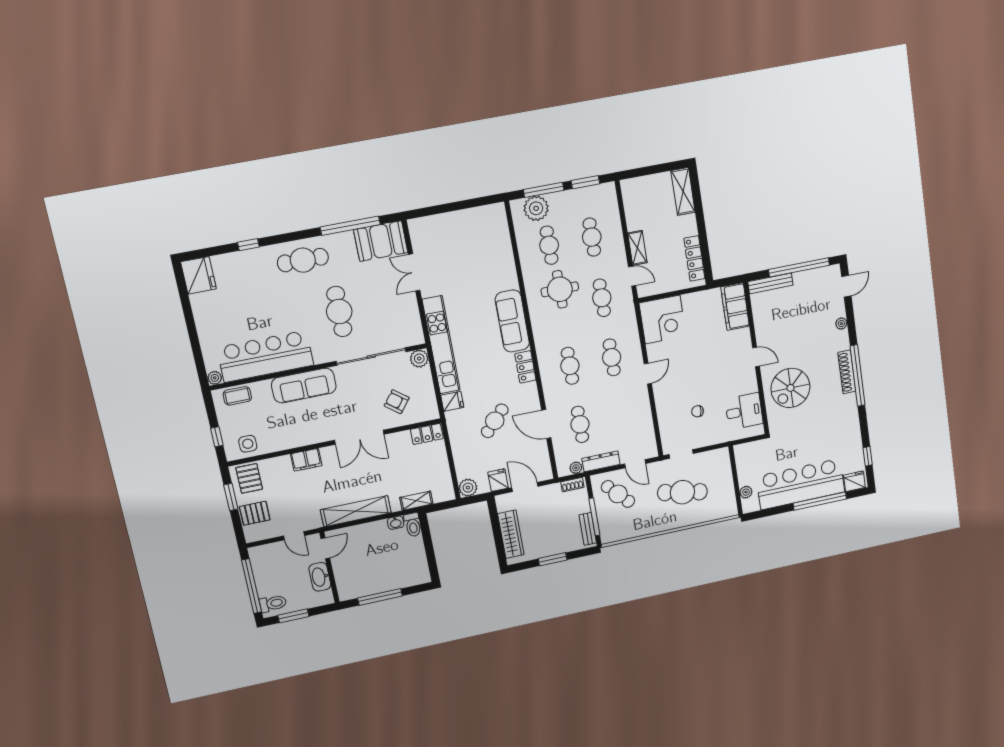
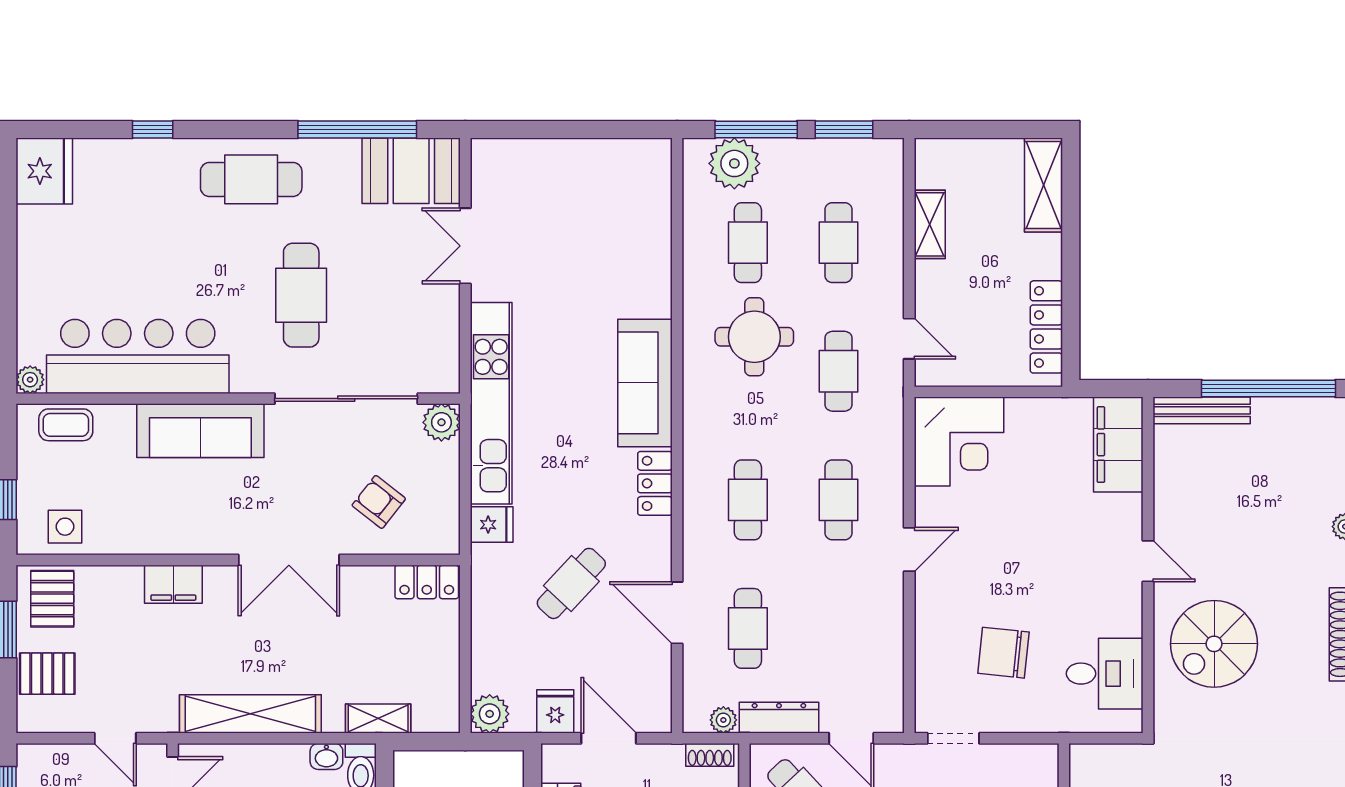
shelving: (637, 248) -> (930, 224), moved
chair: (698, 411) -> (1003, 653), width x1.87, depth x1.87

